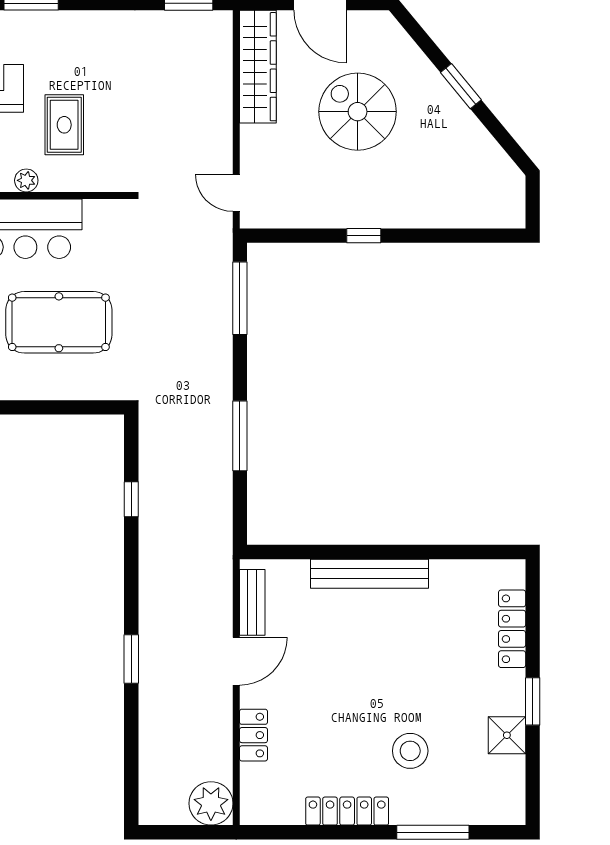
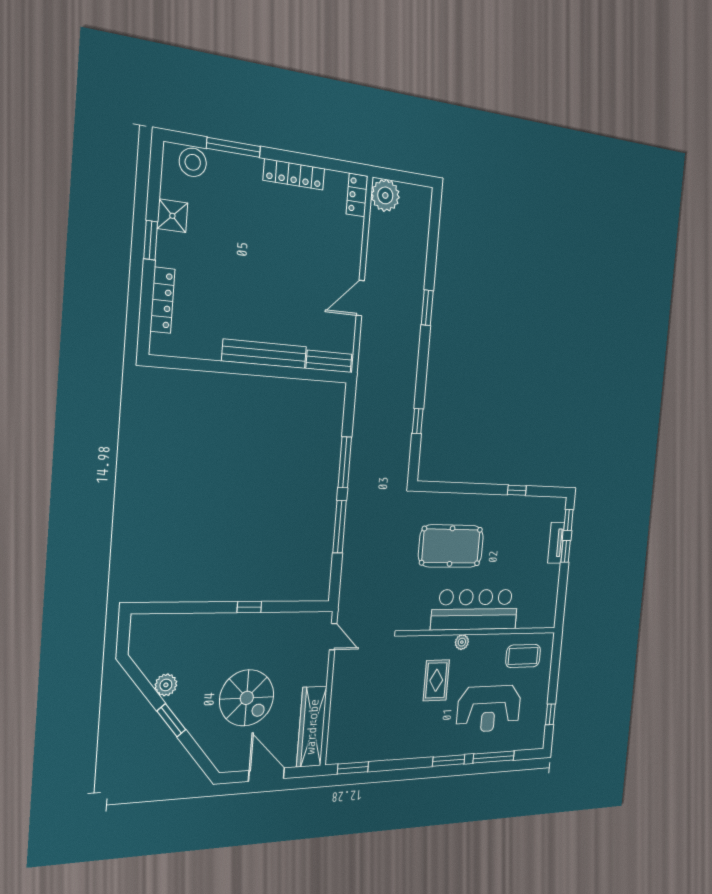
plant: (472, 134) -> (166, 685), added
window: (240, 298) -> (340, 527), moved
bench: (252, 602) -> (329, 361), moved, turned 90
locker: (253, 735) -> (357, 195), moved
stool: (410, 751) -> (193, 162), moved

